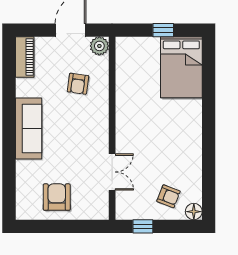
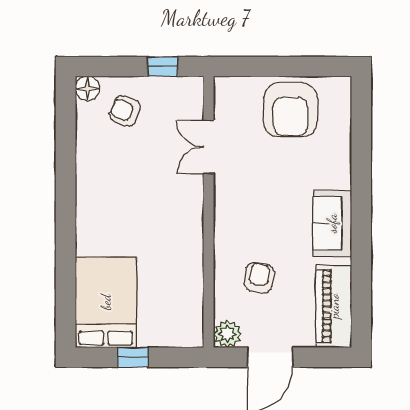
piano: (25, 57) -> (334, 306), width x1.37, depth x1.33
sofa: (29, 128) -> (332, 223), width x0.73
armchair: (57, 197) -> (291, 110), width x1.36, depth x1.36

